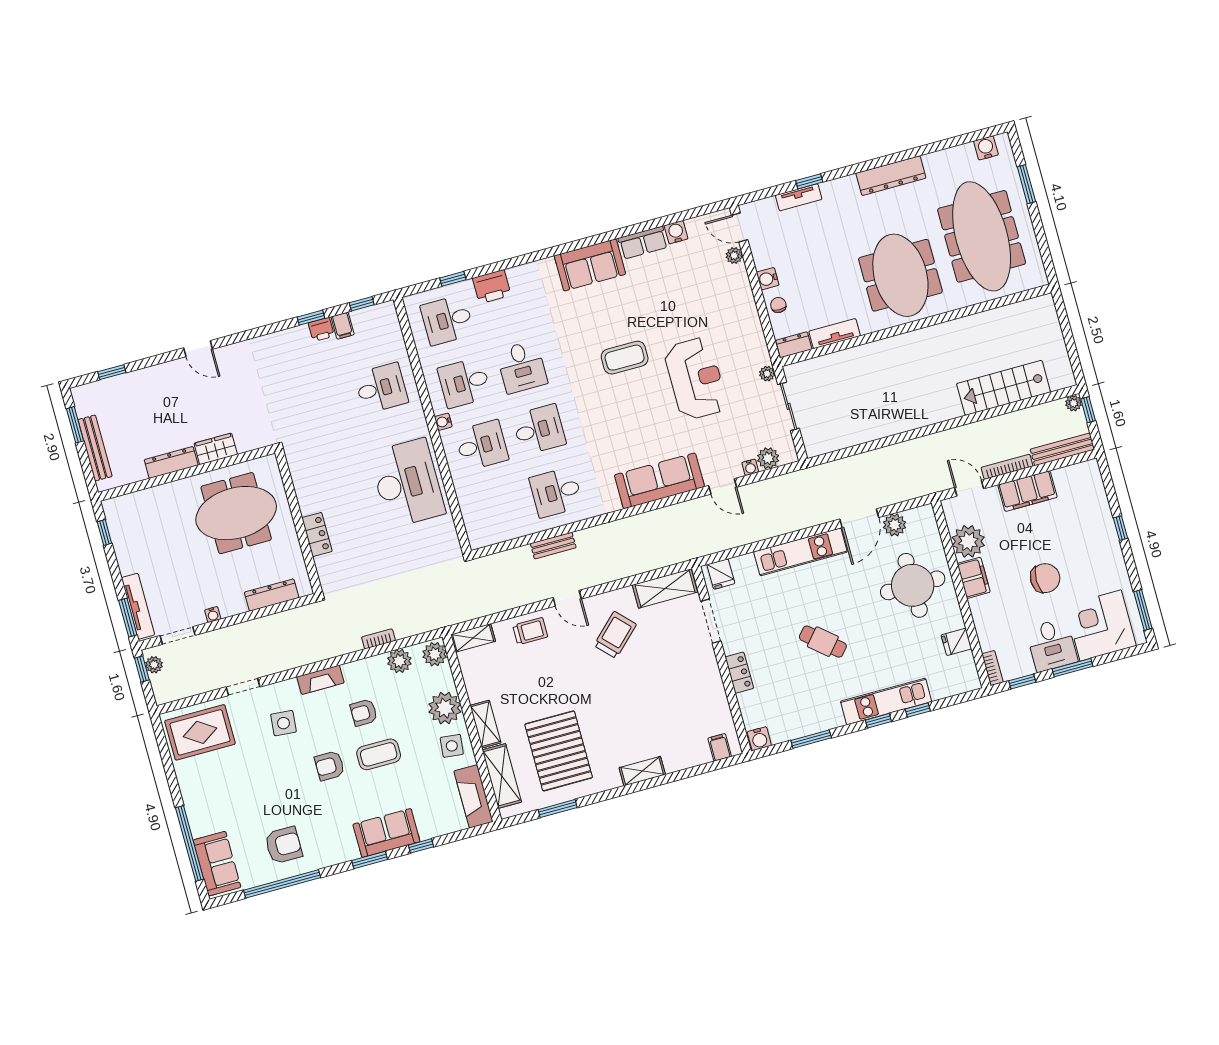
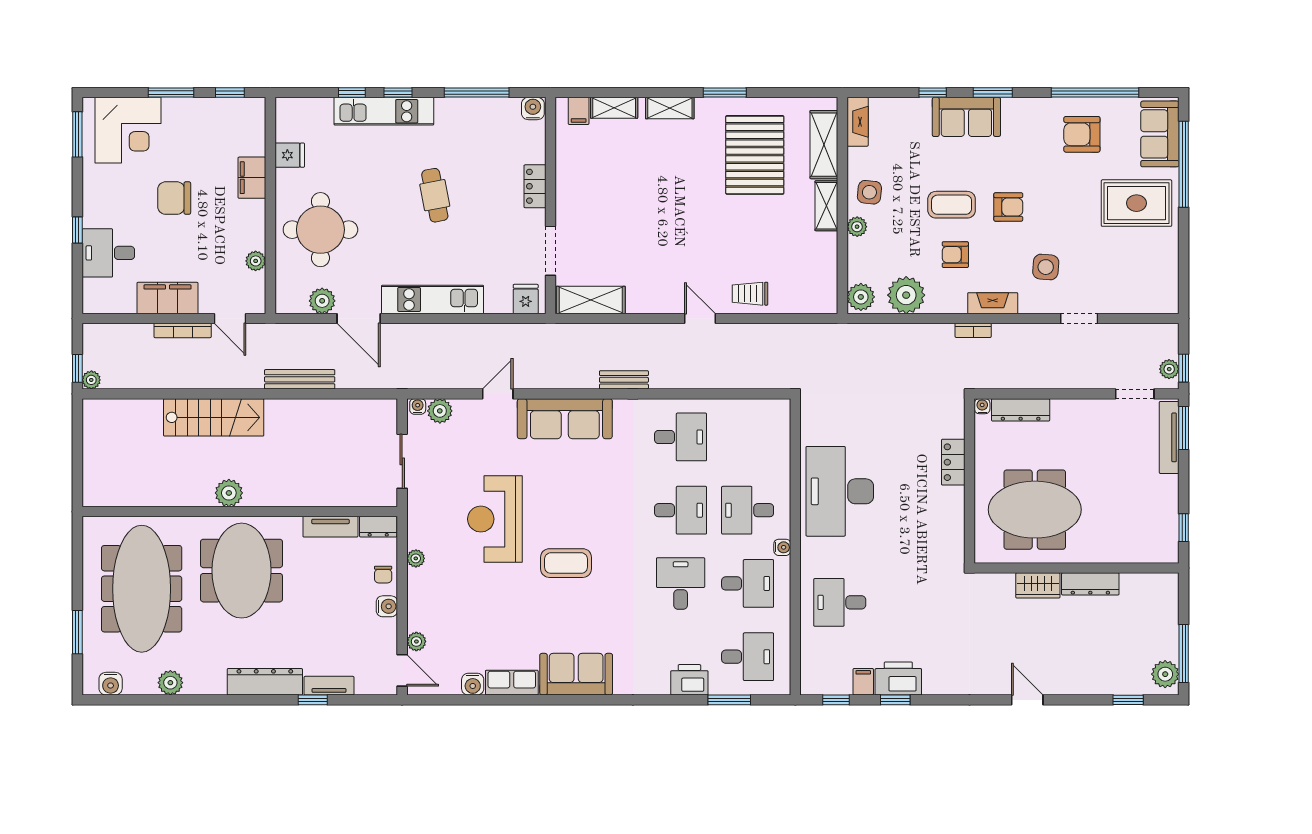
plant: (935, 163) -> (170, 683), added
dresser: (891, 176) -> (265, 682), moved
window: (453, 279) -> (729, 700), width x1.50
printer: (321, 329) -> (898, 678), width x1.87, depth x1.48
plant: (929, 339) -> (229, 493), added
plant: (767, 374) -> (416, 558), moved
stairs: (1004, 388) -> (214, 417), moved
plant: (86, 403) -> (1165, 674), added
window: (75, 425) -> (1184, 653), width x1.44
desk: (539, 430) -> (681, 510), turned 180
bench: (95, 448) -> (1169, 622), removed
bench: (1062, 449) -> (300, 379), moved
water cooler: (750, 467) -> (418, 406), moved
door: (723, 486) -> (498, 394), hinge flipped
door: (859, 518) -> (359, 319), swing flipped
plant: (968, 541) -> (256, 261), width x0.53, depth x0.53
bench: (553, 546) -> (624, 380), moved
filing cabinet: (974, 578) -> (252, 178), moved
water cooler: (213, 615) -> (982, 406), moved
trolley: (615, 635) -> (659, 264), removed
shelving: (473, 638) -> (614, 108), moved
bookcase: (378, 639) -> (973, 330), moved
cafe table: (823, 642) -> (435, 195), turned 39
desk: (1052, 645) -> (108, 253), moved, turned -90
plant: (399, 661) -> (906, 295), width x1.36, depth x1.36
bookcase: (993, 668) -> (258, 116), removed
plant: (445, 708) -> (857, 227), width x0.53, depth x0.53
armchair: (364, 713) -> (955, 255), turned 180
rug: (200, 732) -> (1136, 203), moved
window: (811, 739) -> (477, 93), width x1.44
fireplace: (473, 796) -> (858, 122), width x0.73, depth x0.76
window: (558, 809) -> (725, 93), moved

